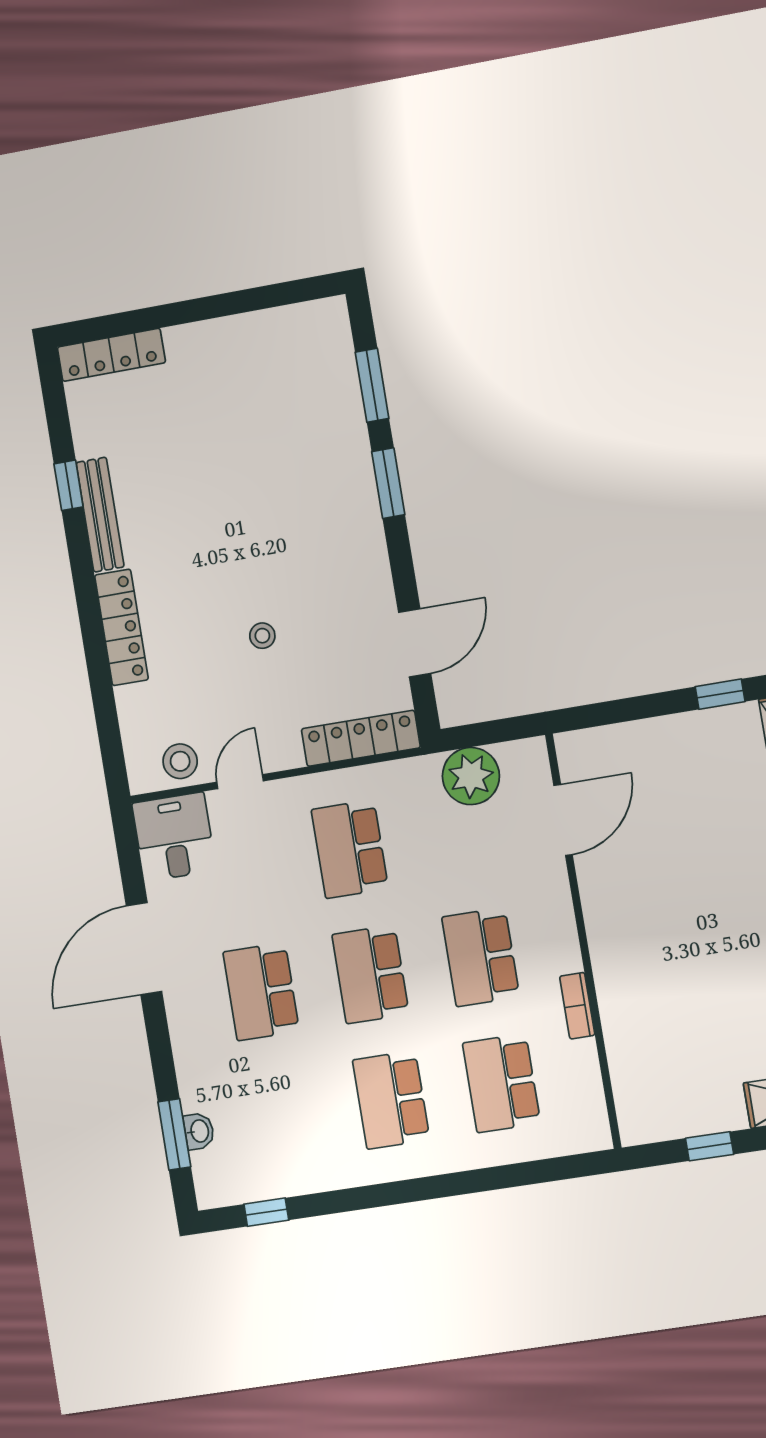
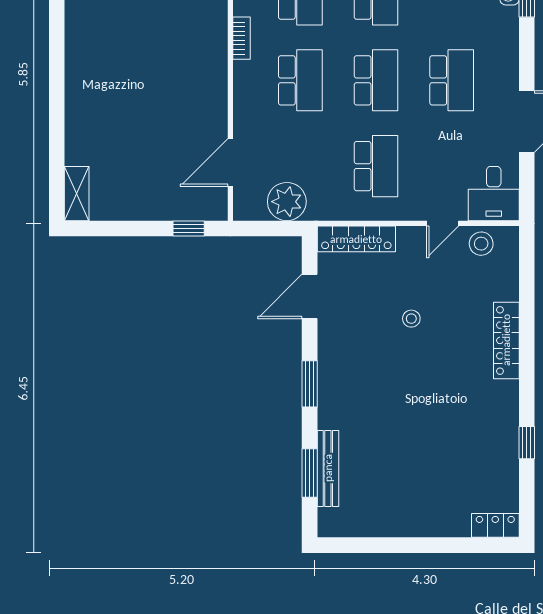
locker: (111, 355) -> (495, 525), width x0.66
window: (388, 483) -> (310, 384), moved
bench: (100, 515) -> (328, 468), moved
window: (720, 694) -> (189, 228), moved

